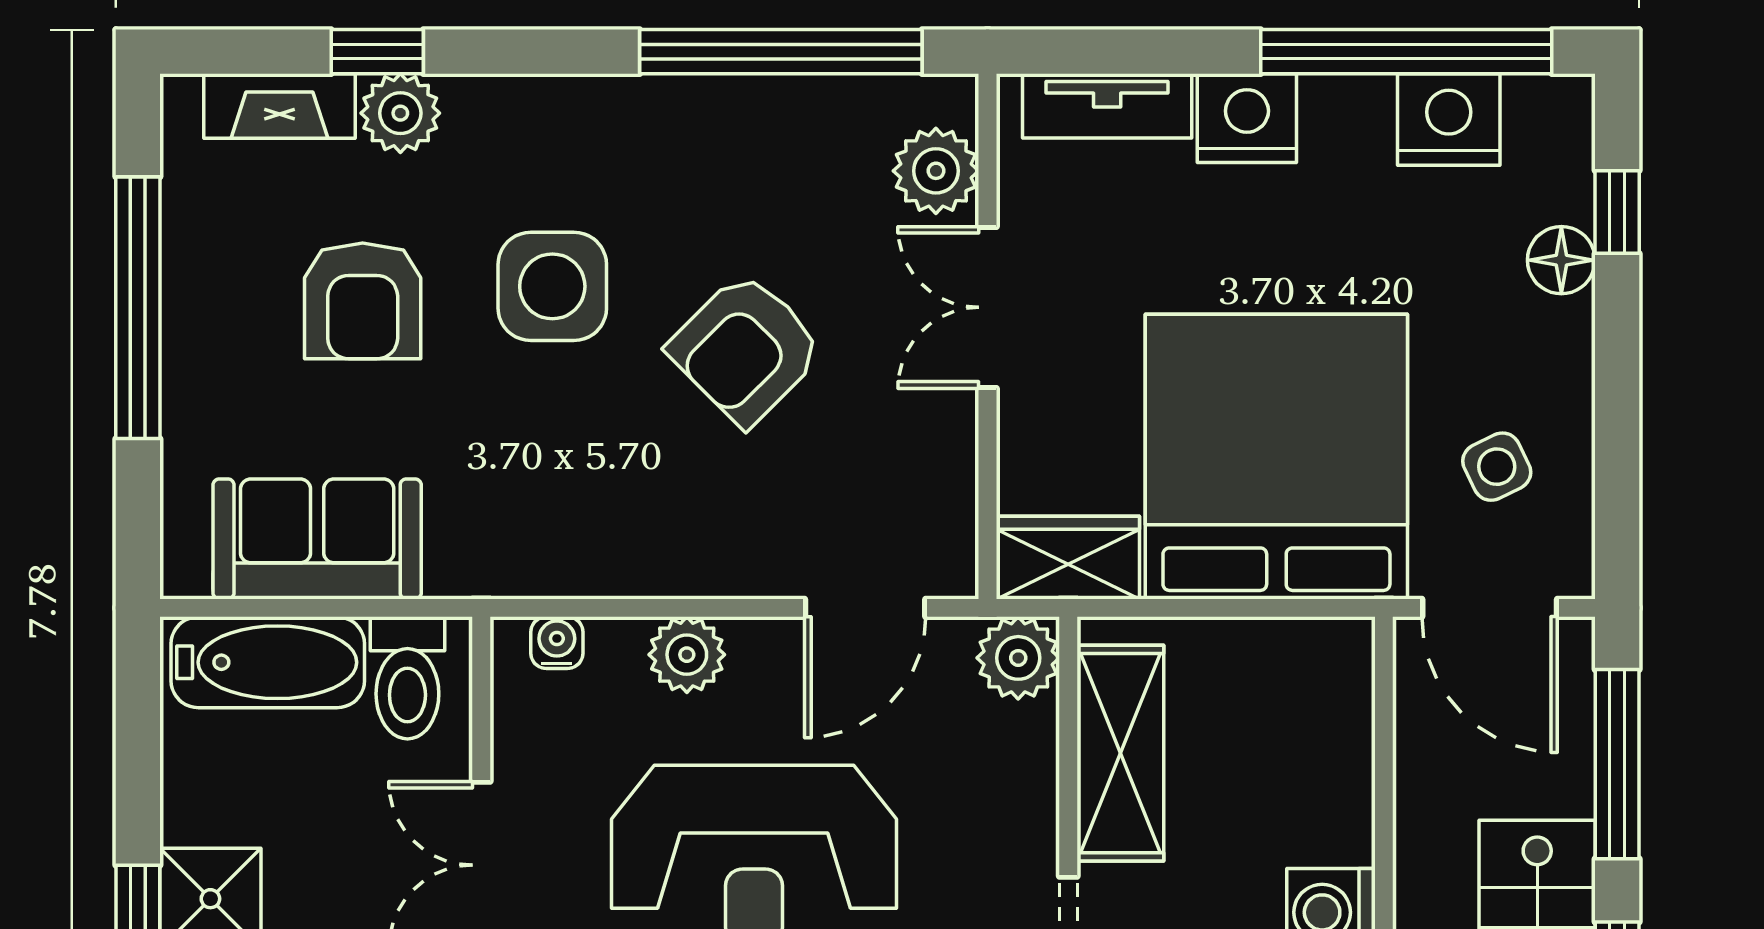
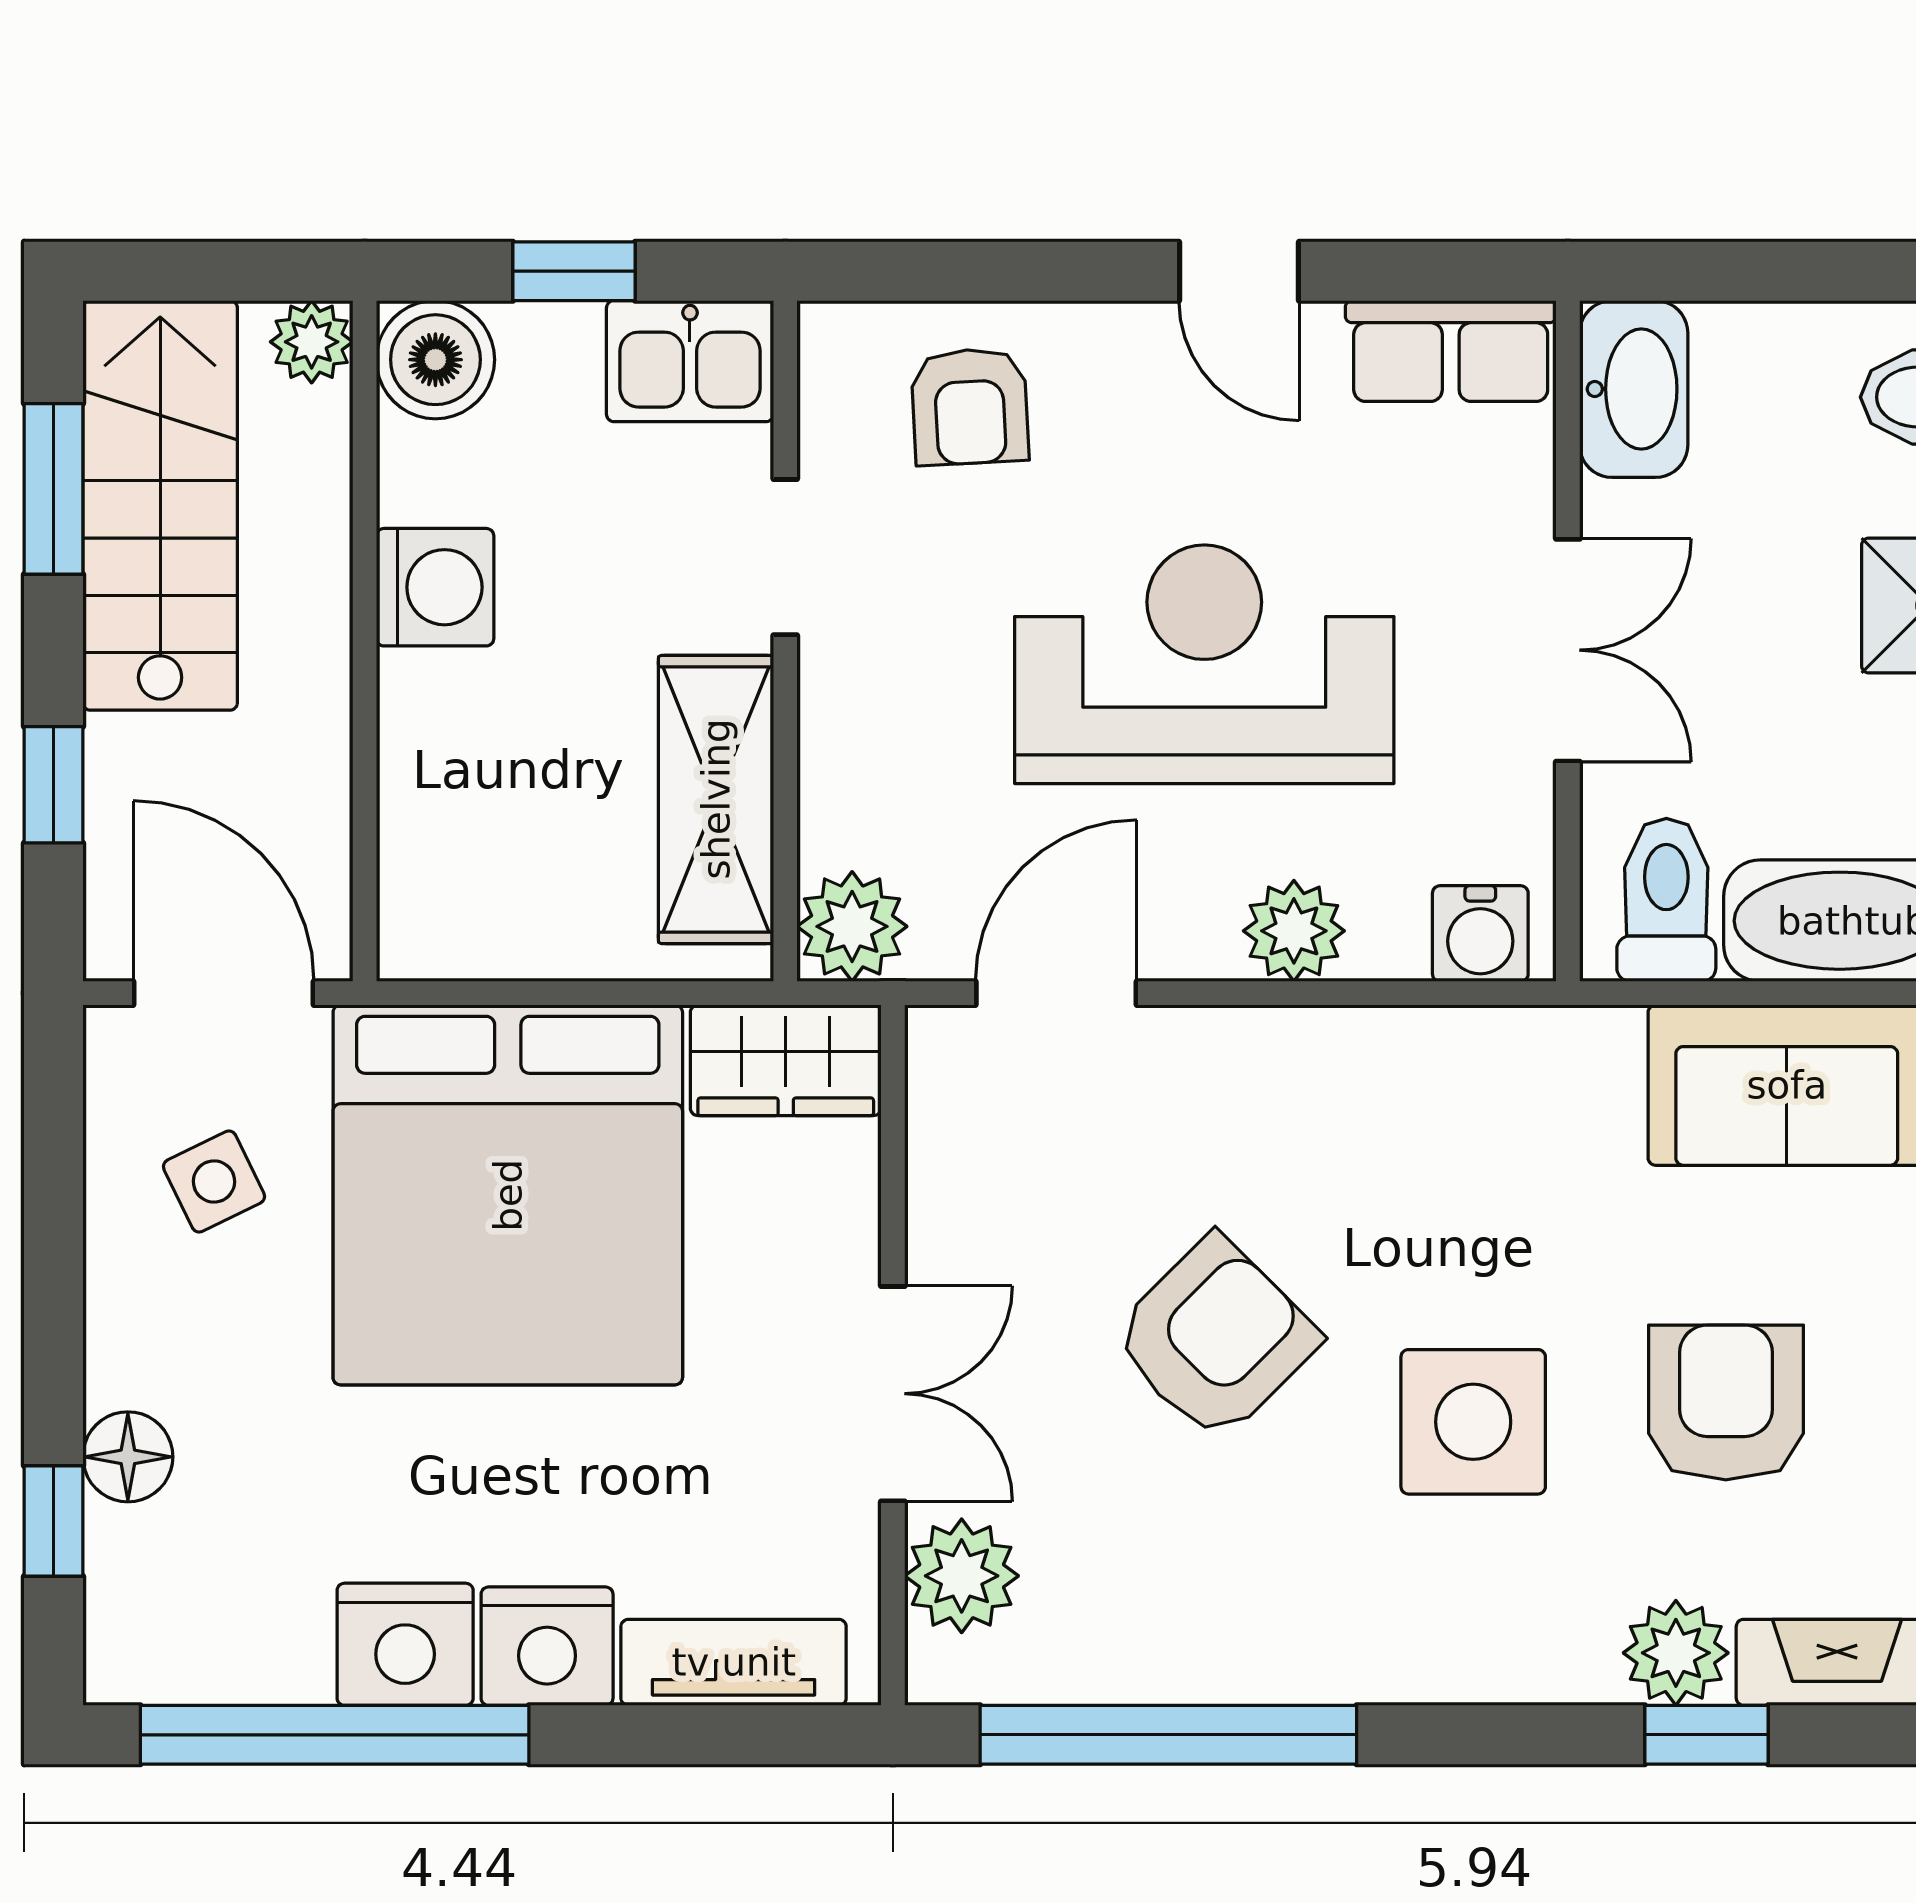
nightstand: (1449, 119) -> (405, 1644), moved
water cooler: (557, 643) -> (1480, 934), width x1.38, depth x1.38
window: (1617, 764) -> (53, 785), width x0.46

